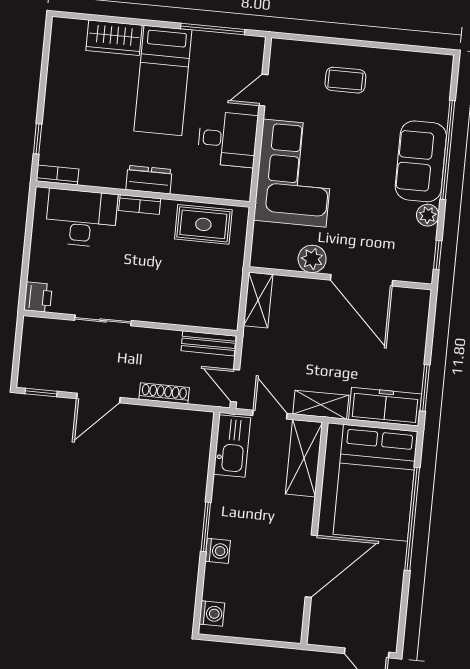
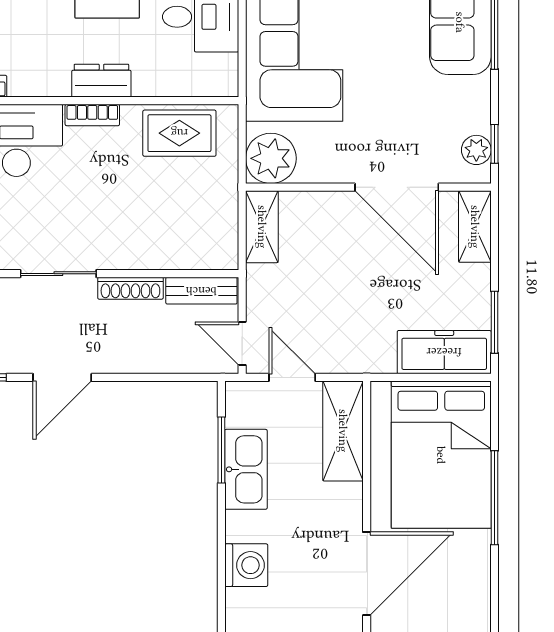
plant: (428, 215) -> (476, 150), moved
plant: (312, 259) -> (271, 158), moved, width x1.36, depth x1.36
shoe rack: (164, 393) -> (130, 288), moved, turned 180
shelving: (321, 405) -> (475, 227), moved, turned 90
kitchen sink: (232, 446) -> (246, 469), moved
window: (412, 519) -> (495, 498), width x0.68
window: (206, 527) -> (221, 450), moved
washing machine: (218, 551) -> (246, 565), width x1.38, depth x1.38

